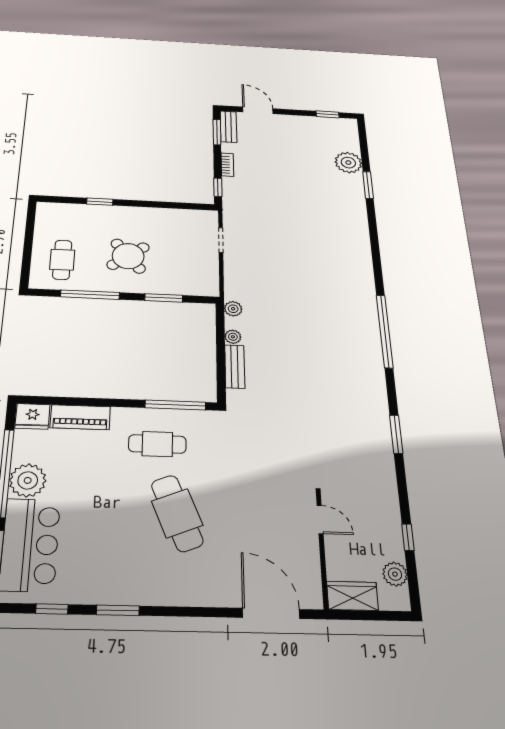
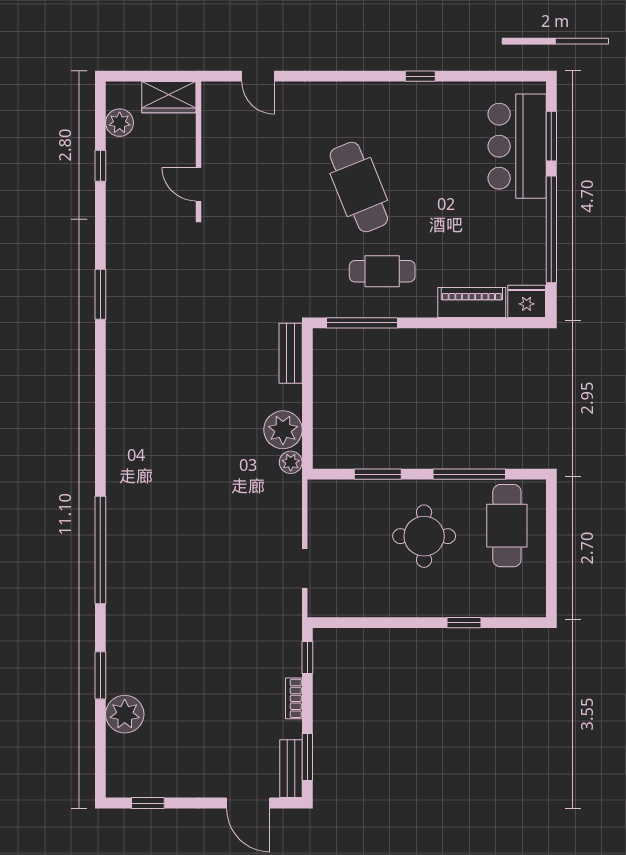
round table: (128, 256) -> (424, 536), turned 38
cafe table: (62, 260) -> (507, 526), width x1.37, depth x1.35
window: (385, 331) -> (100, 550), moved
plant: (233, 337) -> (283, 430), width x1.87, depth x1.87
bench: (235, 367) -> (291, 353), moved
plant: (28, 480) -> (526, 221), removed
window: (52, 609) -> (489, 76), removed
window: (118, 610) -> (420, 76), width x0.67
door: (271, 613) -> (258, 76), width x0.53

